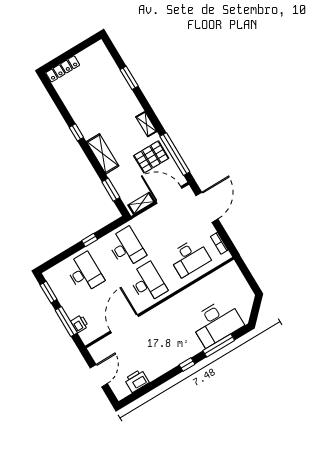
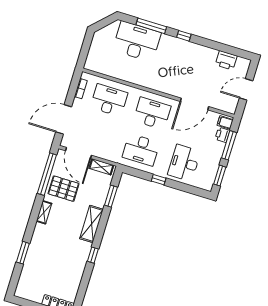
desk: (126, 247) -> (141, 150), turned -90
desk: (148, 283) -> (152, 113), turned 90
filing cabinet: (87, 335) -> (225, 122), added

